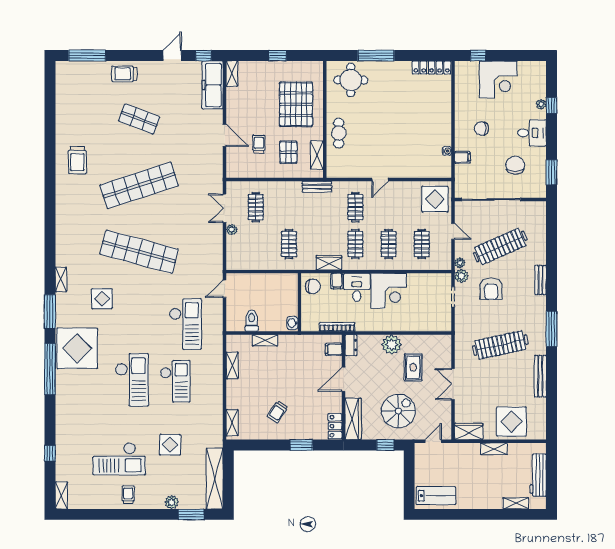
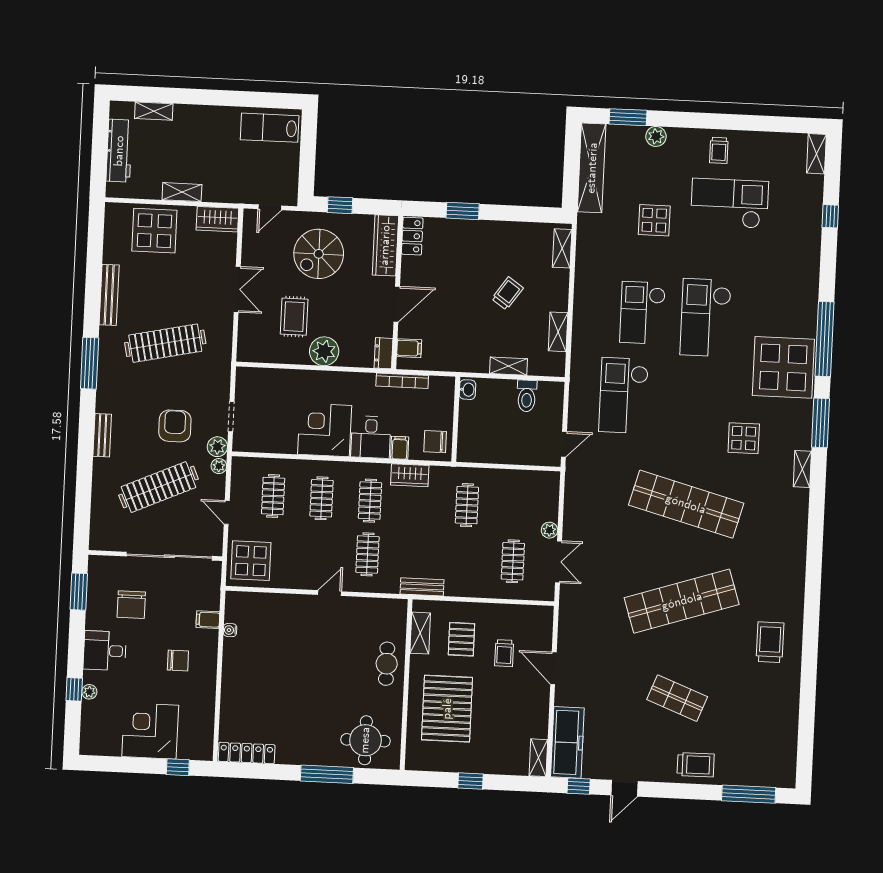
trolley: (277, 412) -> (507, 293), moved

